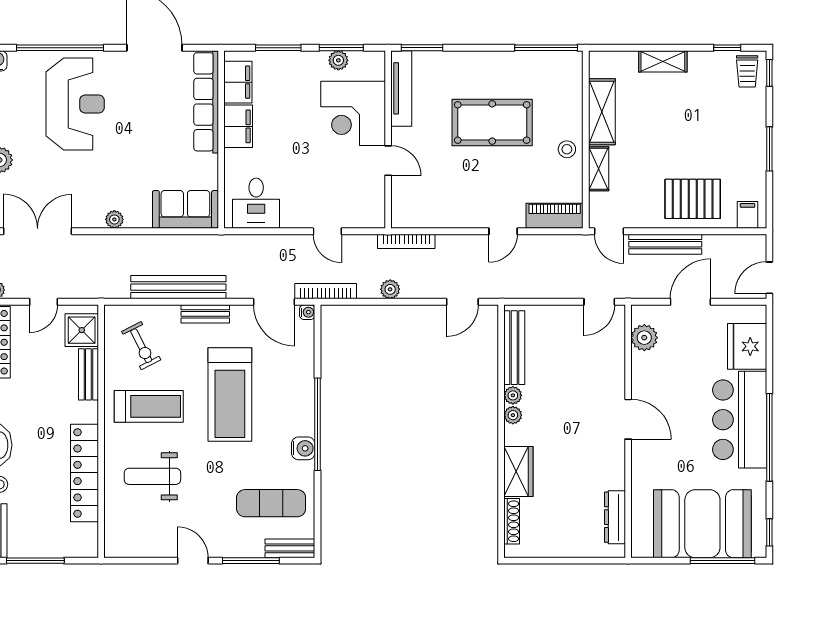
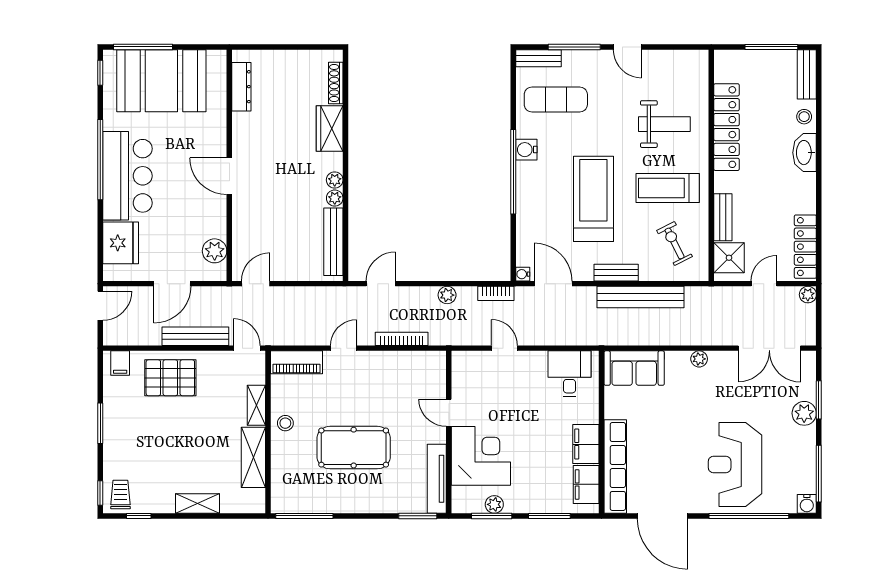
bookcase: (406, 241) -> (402, 339), moved
bookcase: (326, 291) -> (496, 293), width x0.64

